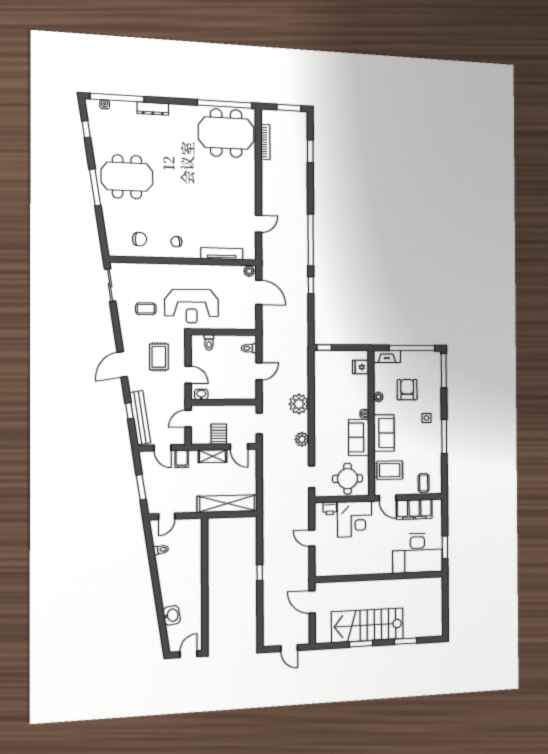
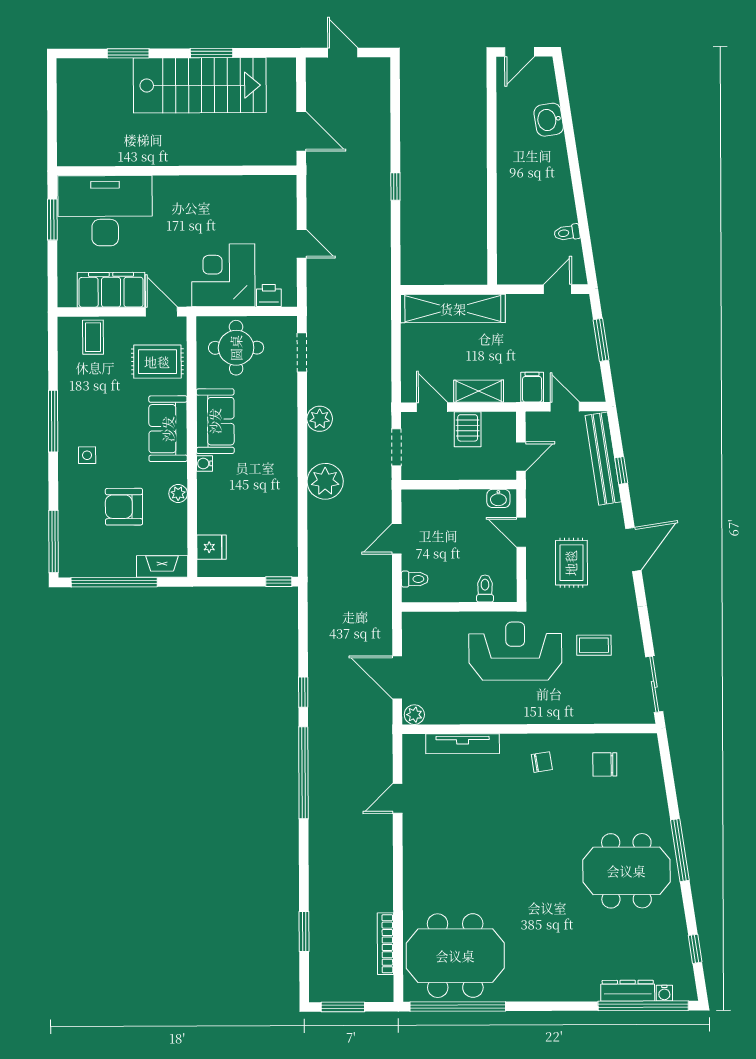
dresser: (153, 109) -> (628, 991), moved
armchair: (407, 390) -> (124, 507), turned 90

